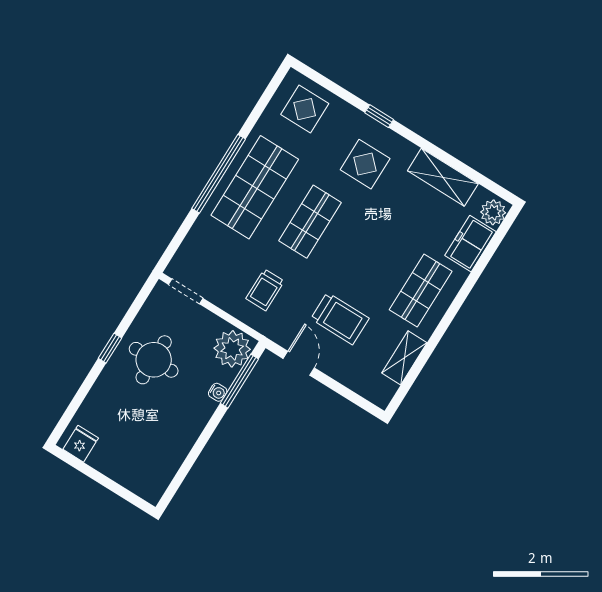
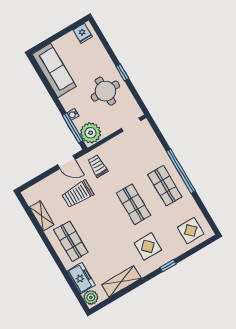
shop shelf: (255, 187) -> (165, 186), width x0.70, depth x0.74
trolley: (265, 290) -> (98, 166), moved
sofa: (163, 458) -> (54, 70), added

